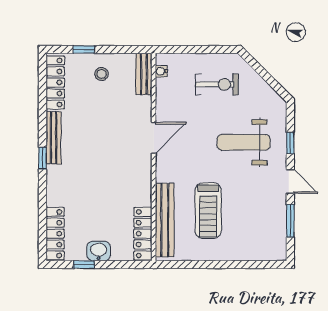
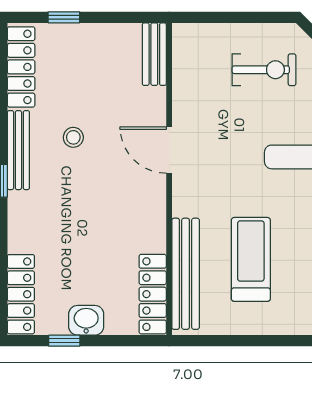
water cooler: (161, 71) -> (180, 50), removed
stool: (101, 74) -> (73, 137), moved
door: (154, 138) -> (169, 150), swing flipped
treadmill: (208, 210) -> (251, 259), turned 180

